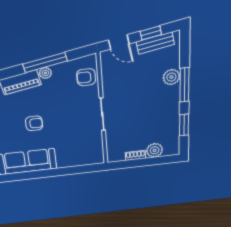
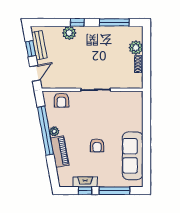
window: (45, 63) -> (45, 131), width x1.46
window: (184, 85) -> (77, 22), width x0.46
armchair: (34, 123) -> (97, 145), turned 180
window: (184, 125) -> (114, 22), width x1.44

